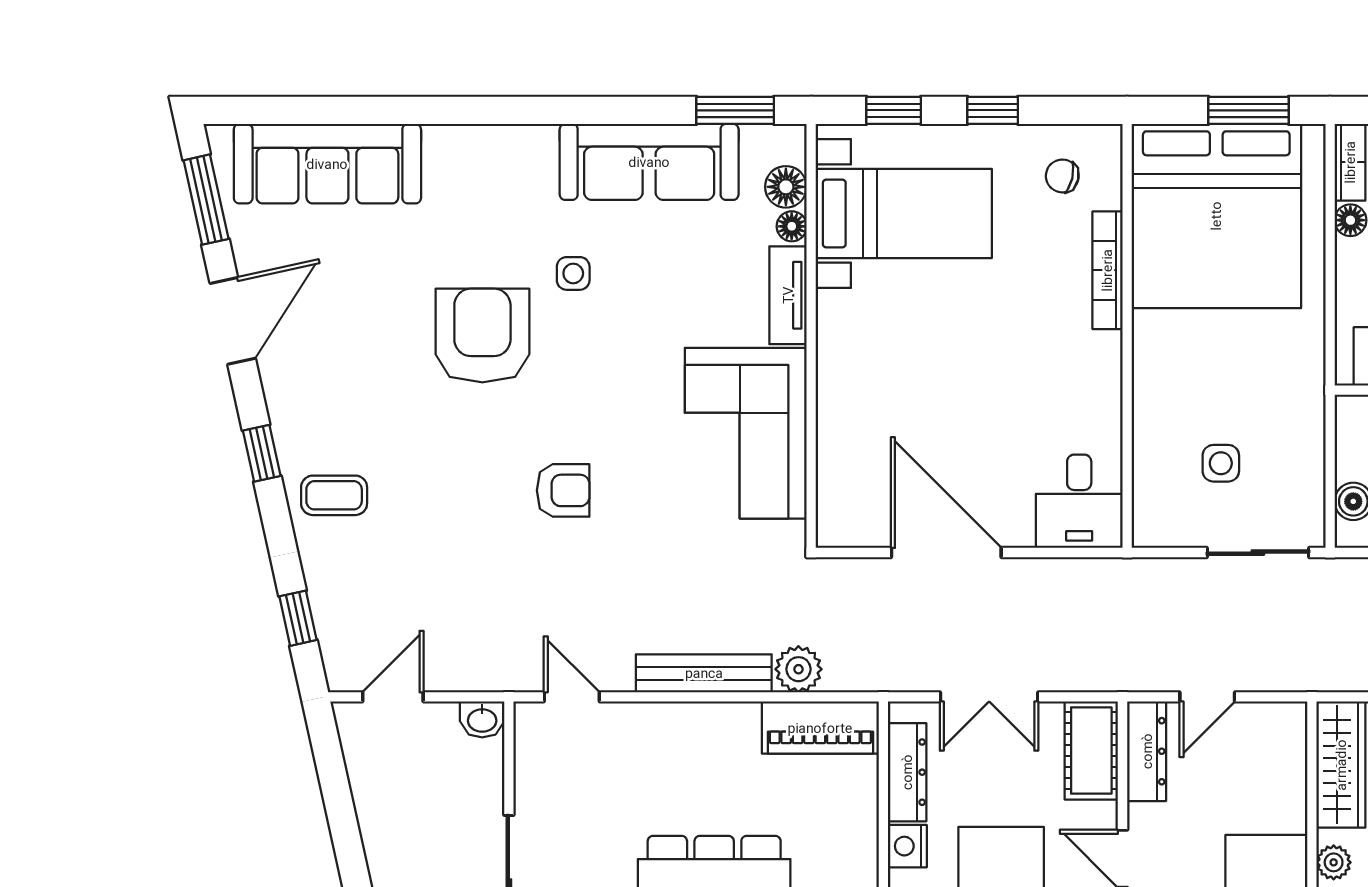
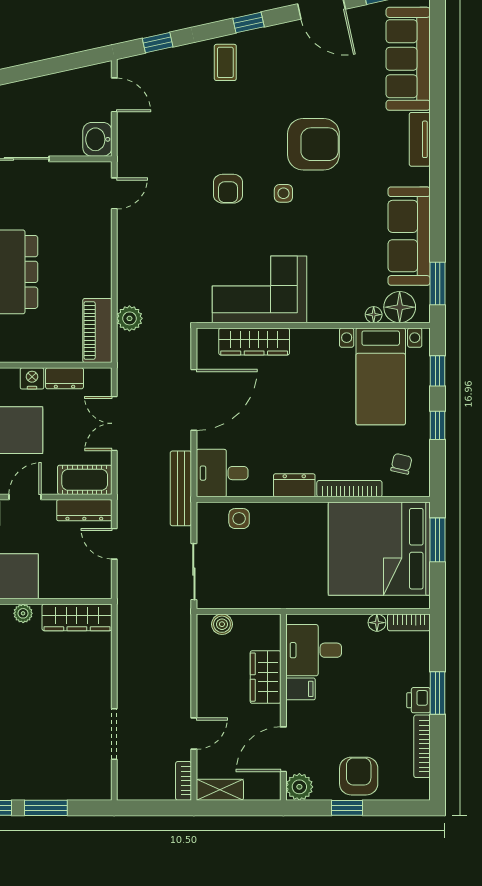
window: (1249, 110) -> (437, 540), moved
floor lamp: (786, 187) -> (400, 307), width x1.38, depth x1.38
side table: (573, 273) -> (283, 193), moved
tv unit: (788, 295) -> (420, 139), moved, turned -90
dresser: (1101, 370) -> (294, 485), added
wardrobe: (840, 443) -> (254, 342), added
side table: (1221, 463) -> (239, 519), moved
bench: (704, 673) -> (181, 488), moved
washbasin: (482, 719) -> (97, 139), width x1.38, depth x1.45
dresser: (907, 772) -> (64, 378), width x0.70

